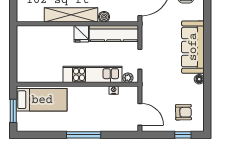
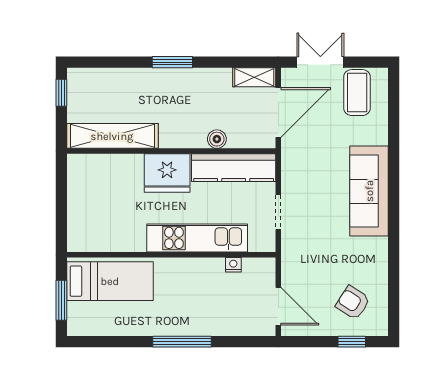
shelving: (71, 15) -> (112, 136), moved
fridge: (81, 34) -> (167, 173), width x1.88, depth x1.34
plant: (128, 78) -> (258, 244), removed
floor lamp: (199, 79) -> (380, 246), removed
armchair: (183, 112) -> (353, 303), turned -146

